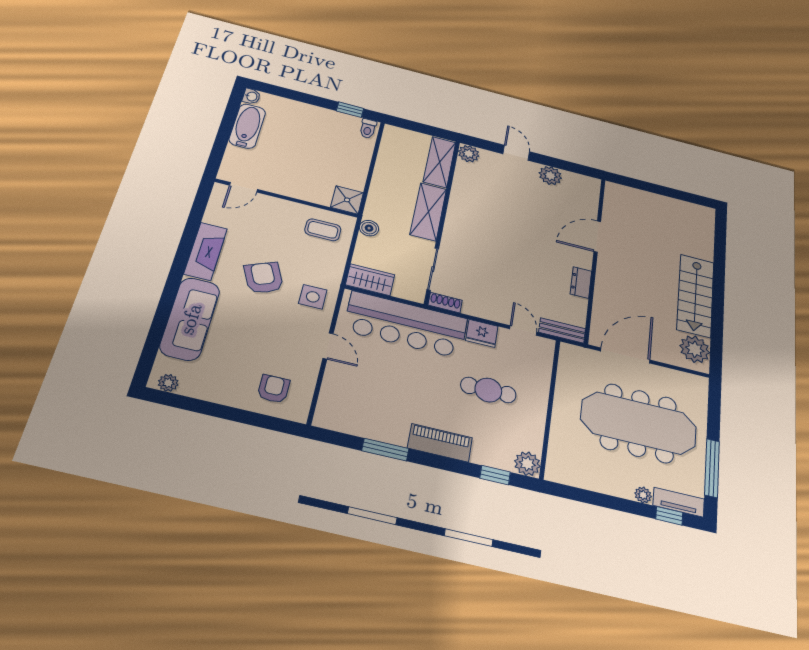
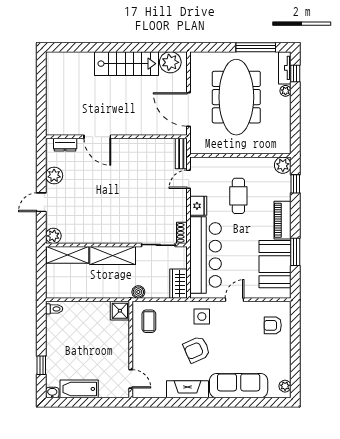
window: (350, 110) -> (41, 365), moved
dresser: (581, 283) -> (65, 145), moved
booth: (372, 416) -> (275, 264), added

